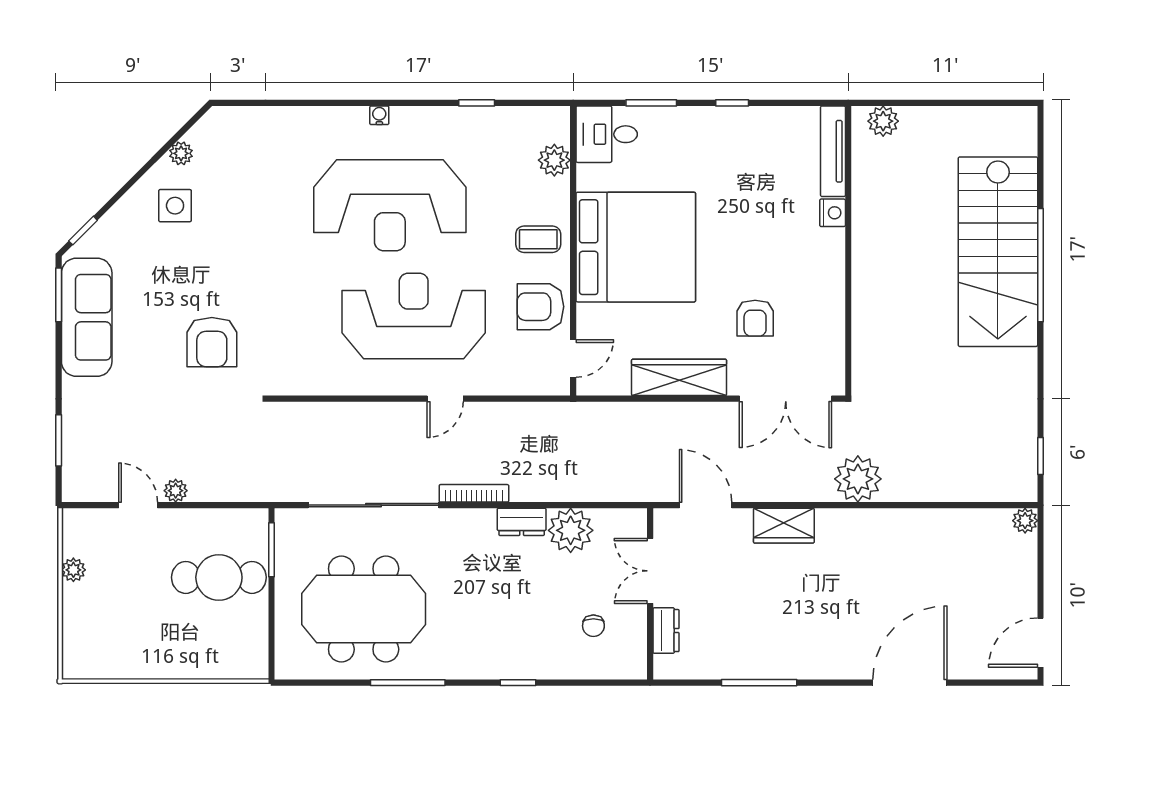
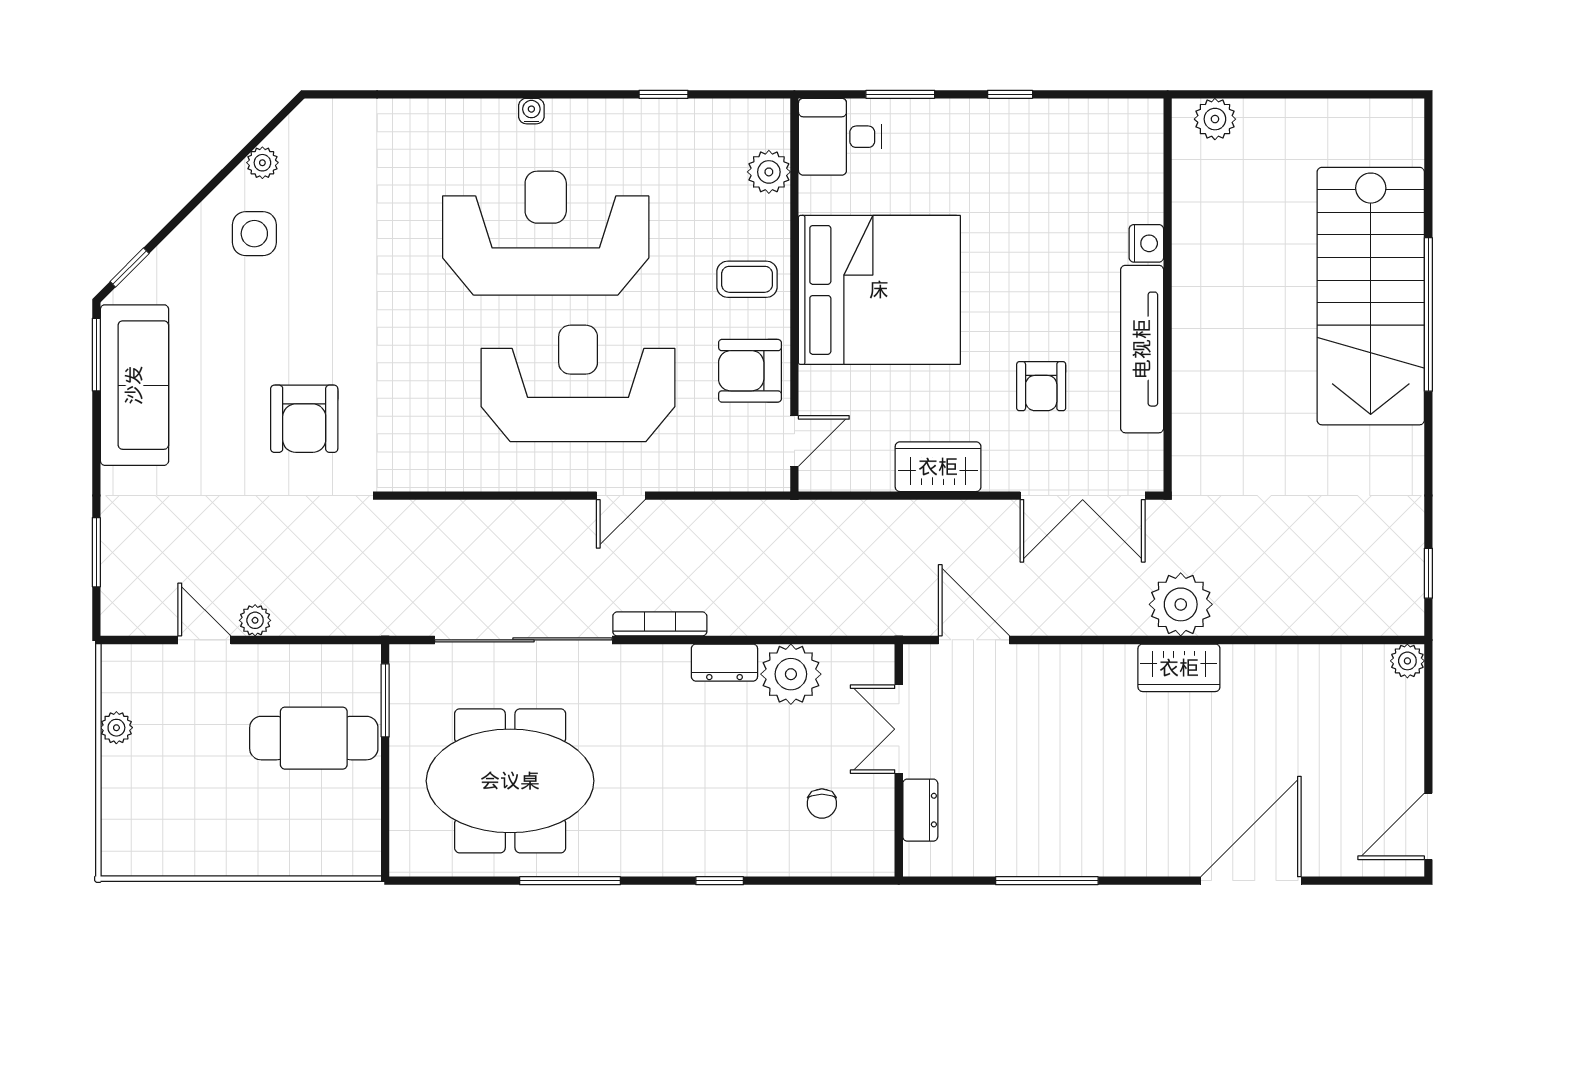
tv unit: (833, 151) -> (1142, 349), moved, width x1.36, depth x1.29
reception desk: (390, 205) -> (546, 233), turned 180
wardrobe: (679, 377) -> (938, 467), width x0.67
wardrobe: (784, 526) -> (1179, 668), moved

